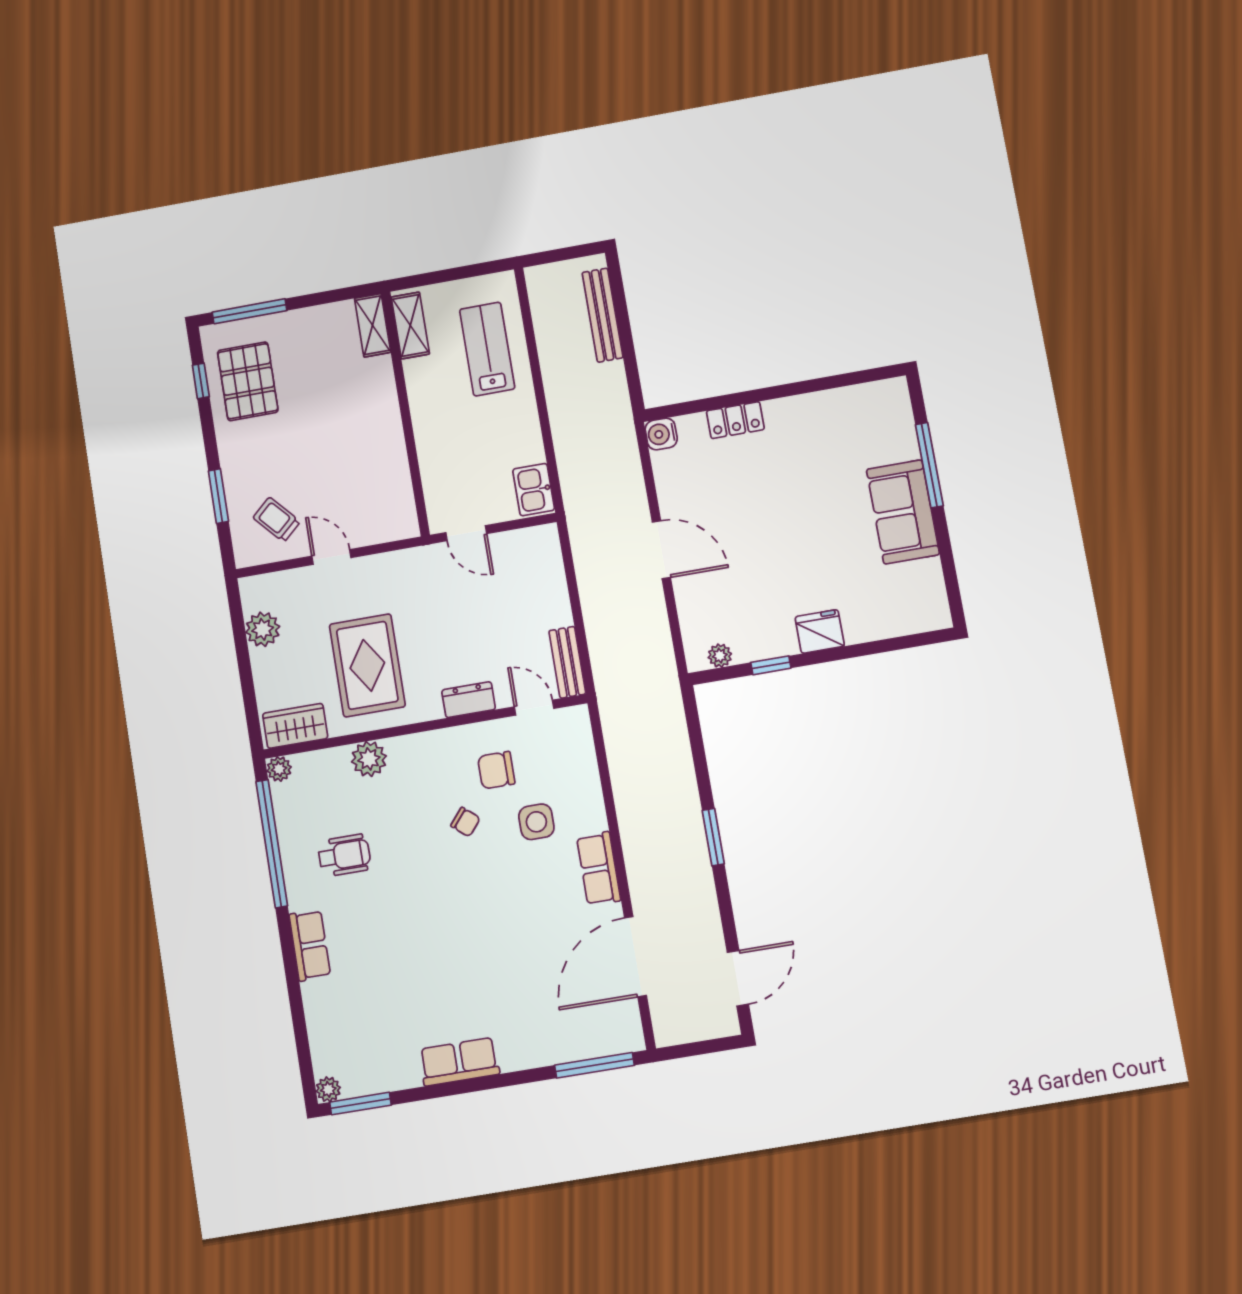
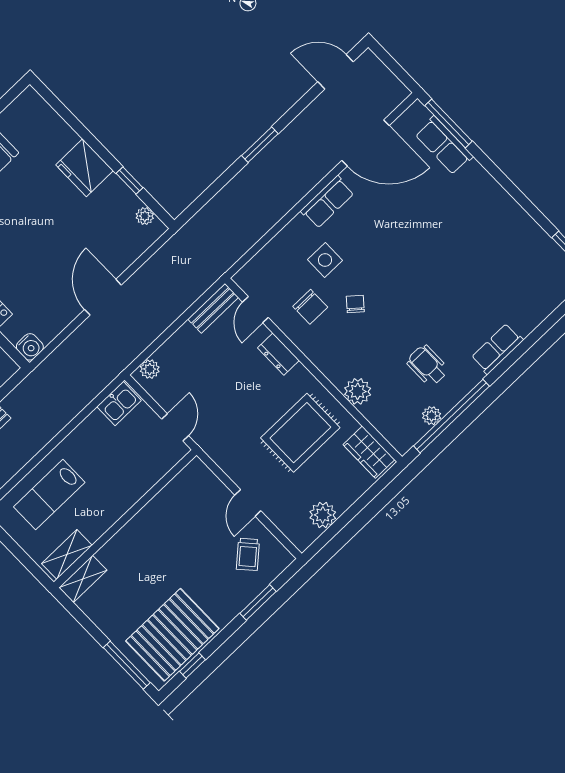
pallet: (248, 381) -> (172, 635), width x1.37, depth x1.41
plant: (548, 548) -> (150, 369), added
fridge: (820, 631) -> (84, 168), width x1.36, depth x1.34
plant: (279, 769) -> (432, 416), moved
row of seats: (459, 1062) -> (444, 145), moved

